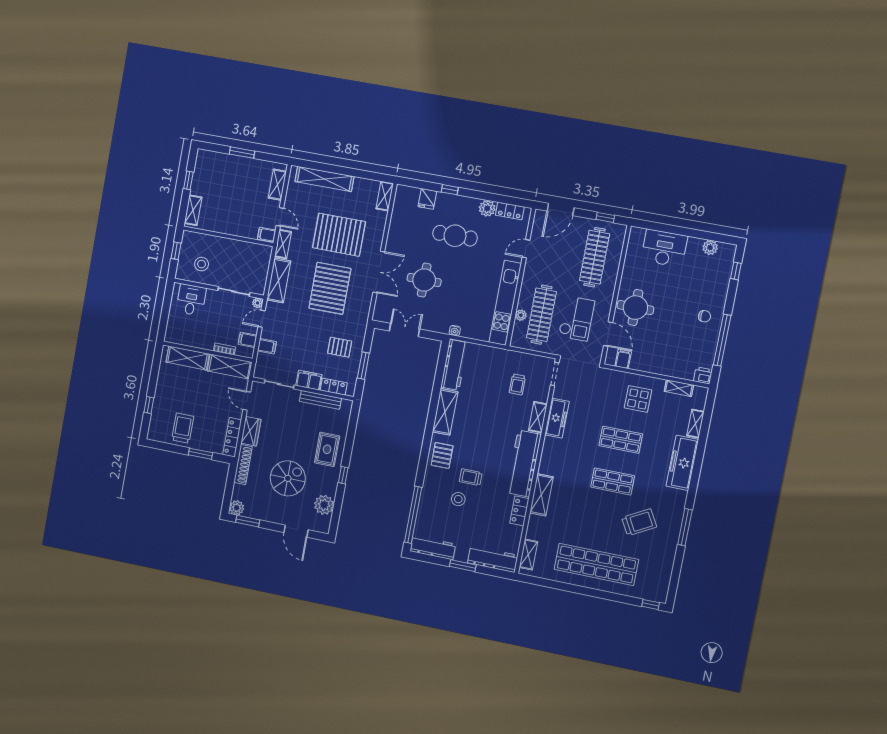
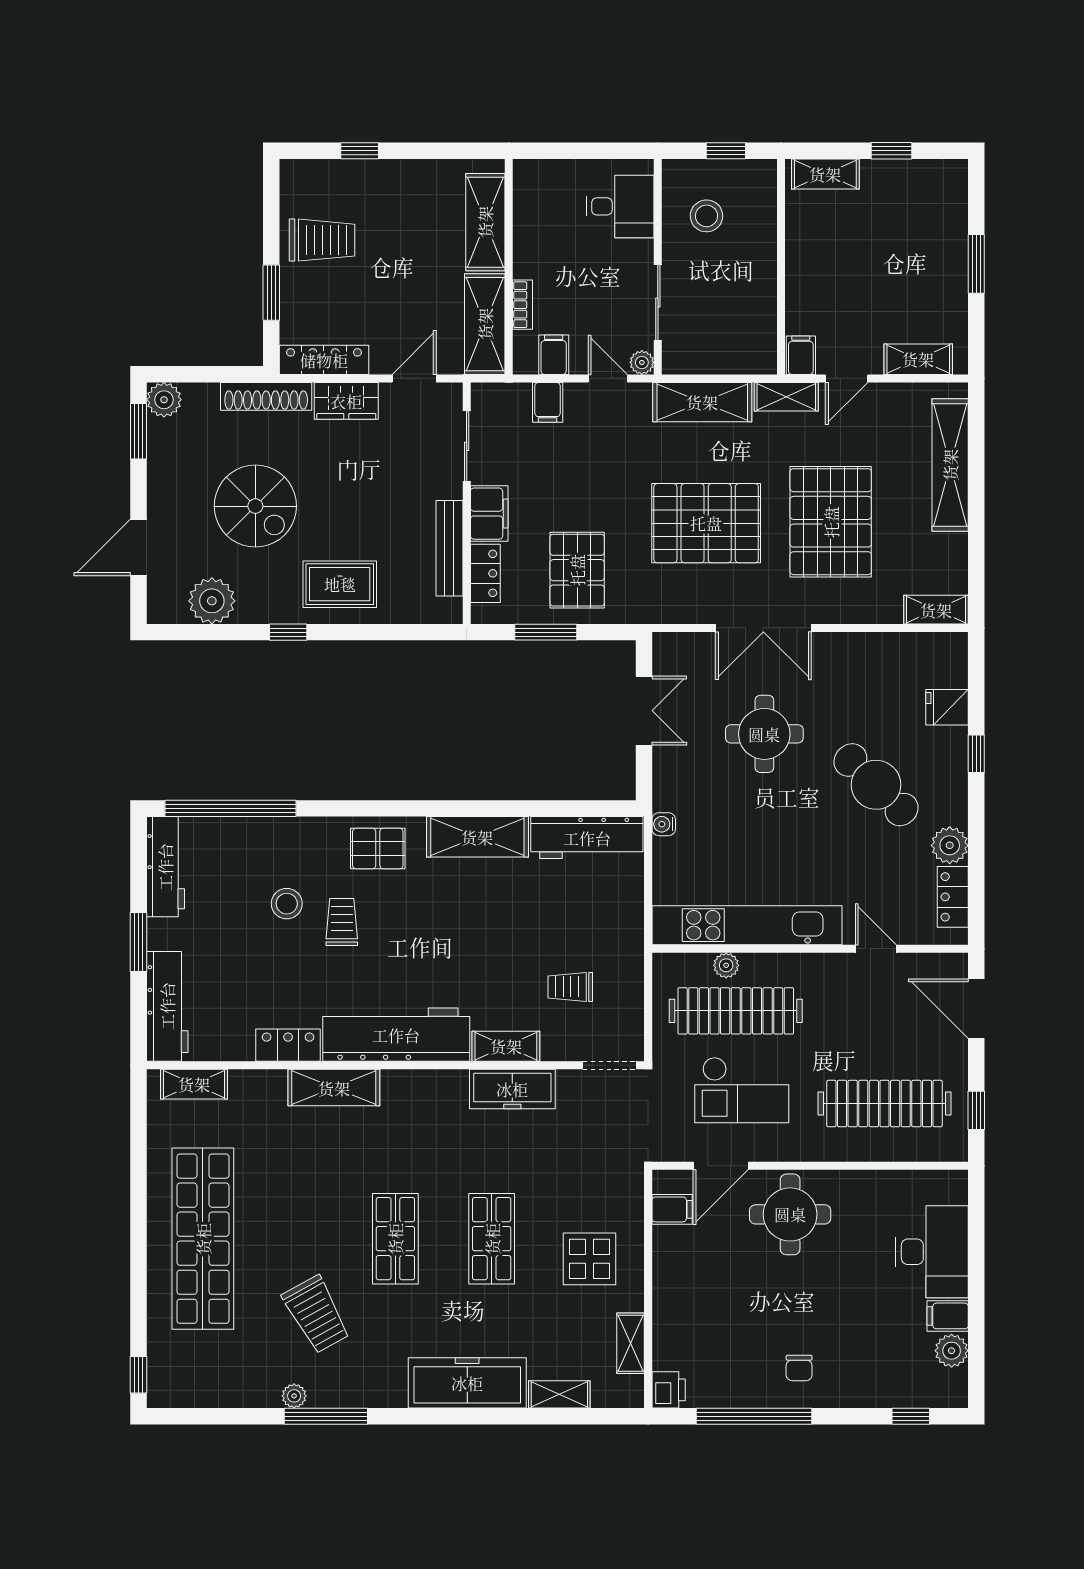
cafe table: (455, 236) -> (876, 785), turned -46
filing cabinet: (694, 246) -> (948, 1316), added
pallet: (340, 347) -> (577, 570), width x1.50, depth x1.42
plant: (673, 539) -> (294, 1396), added

